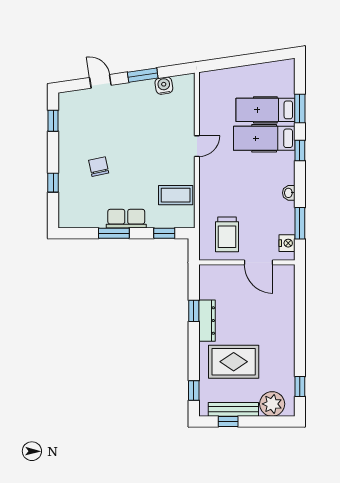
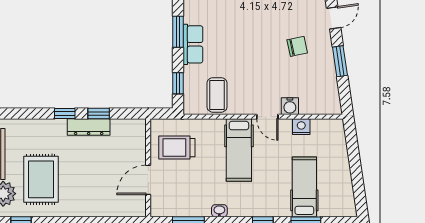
water cooler: (164, 86) -> (290, 106), moved, turned 98
hospital bed: (264, 138) -> (239, 150), moved, turned 180
chair: (99, 167) -> (297, 46), moved
nightstand: (287, 243) -> (301, 127), moved, turned 180
rug: (234, 362) -> (41, 179), moved
window: (194, 391) -> (65, 114), moved

